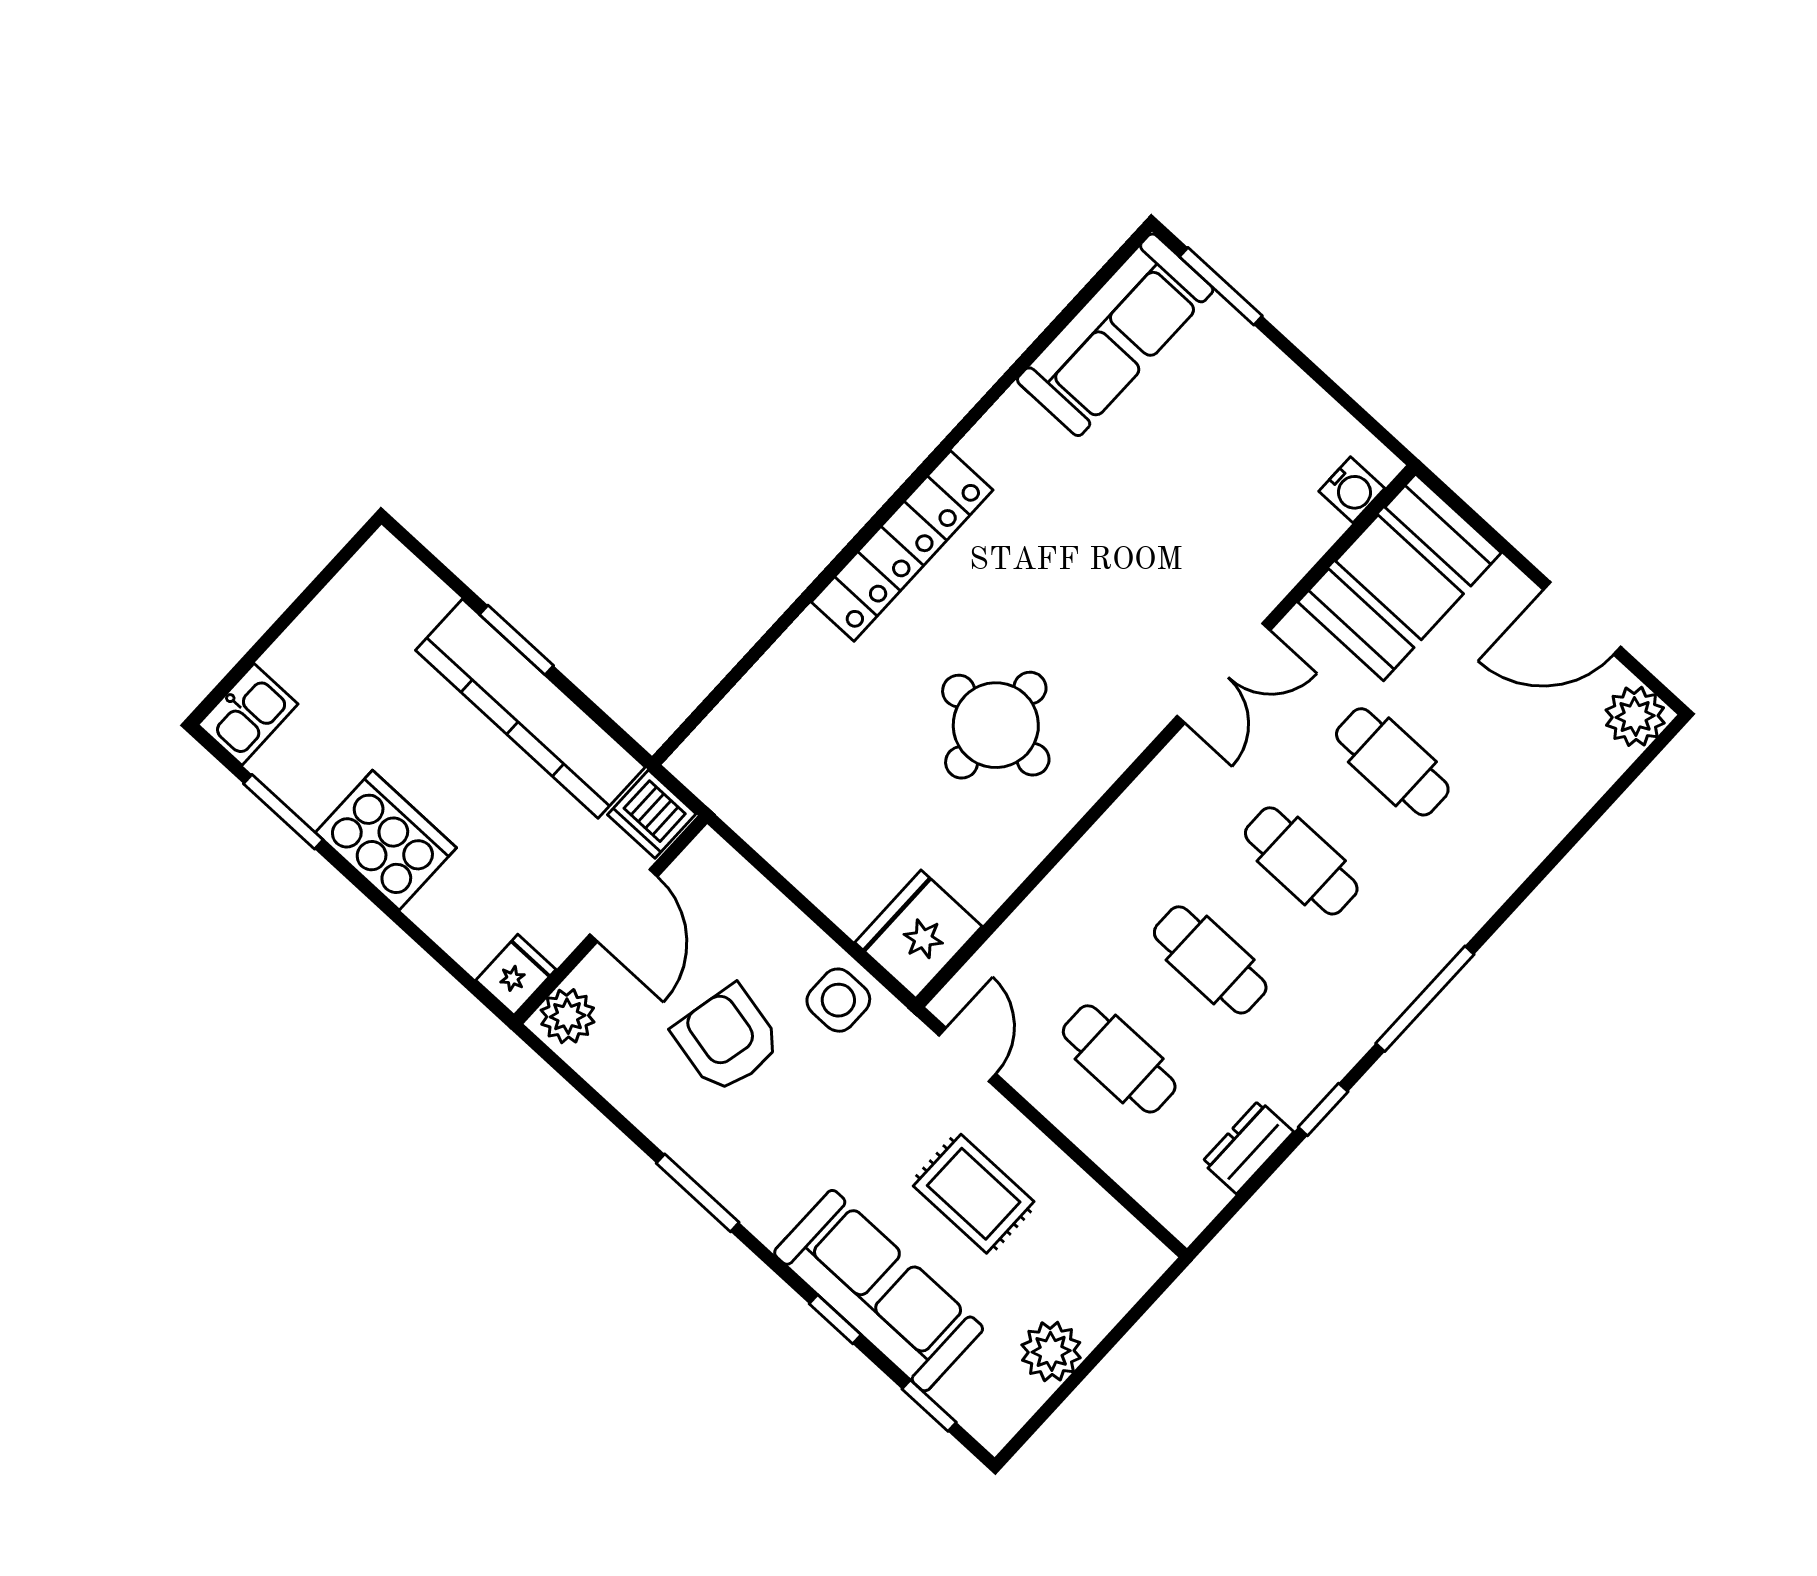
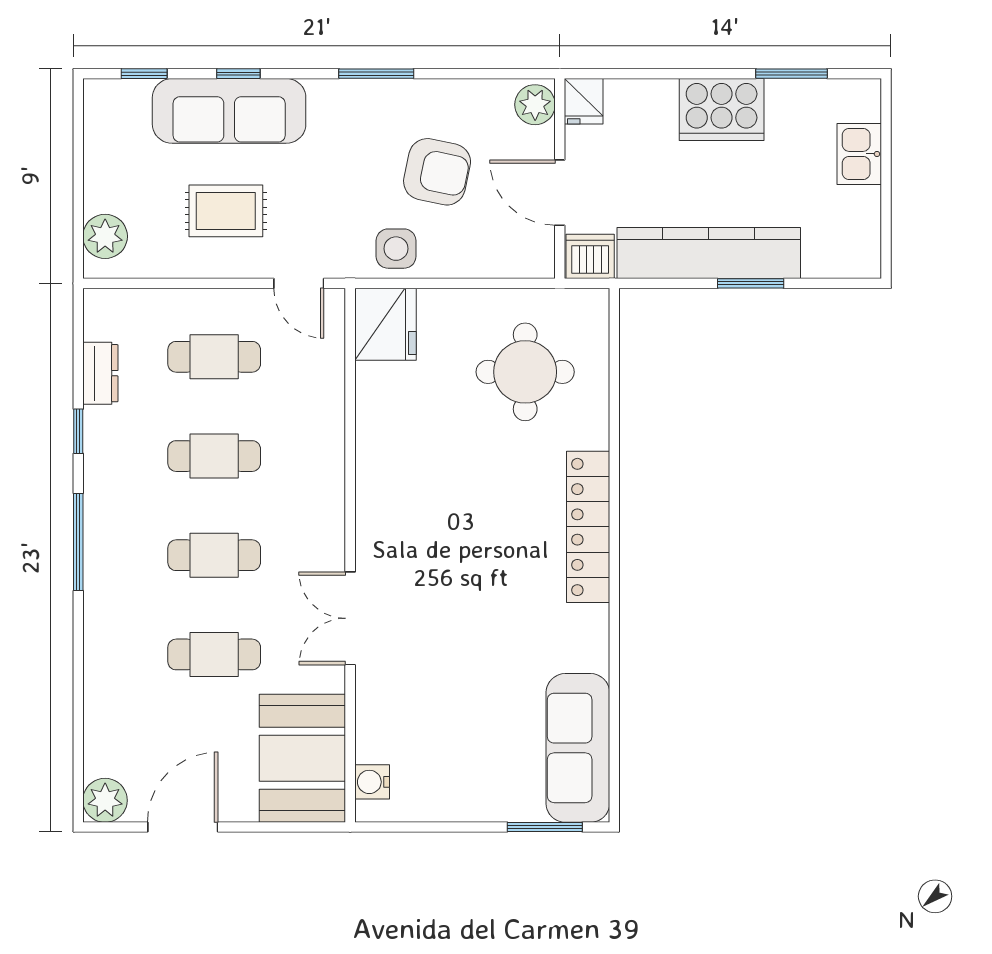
kitchen sink: (248, 714) -> (859, 154), moved
round table: (996, 725) -> (525, 372), moved
plant: (1051, 1351) -> (105, 236), moved

